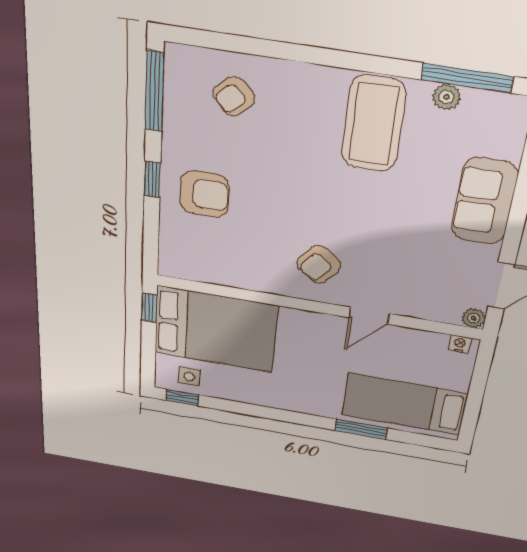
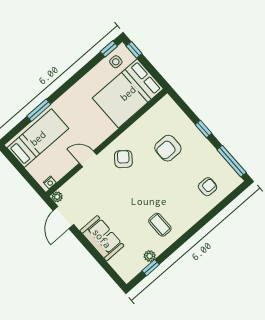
window: (467, 78) -> (151, 268), width x0.46
armchair: (234, 96) -> (208, 187), turned 43
coffee table: (373, 124) -> (160, 225), width x0.54, depth x0.58
armchair: (205, 194) -> (168, 148), moved
window: (149, 308) -> (134, 50), moved
door: (369, 316) -> (88, 159), hinge flipped

